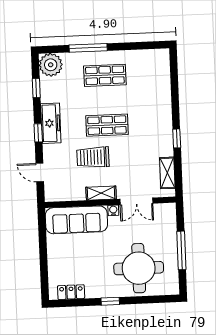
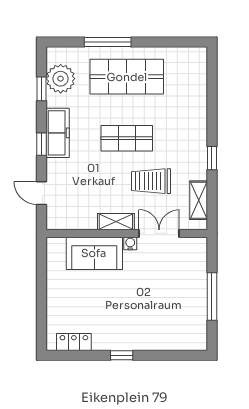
plant: (51, 65) -> (61, 79), moved
shop shelf: (105, 75) -> (127, 77), width x1.43, depth x1.36
trolley: (93, 157) -> (151, 181), moved
double door: (136, 201) -> (159, 233), swing flipped
sofa: (76, 220) -> (94, 253), width x0.73
round table: (139, 268) -> (158, 316), removed

